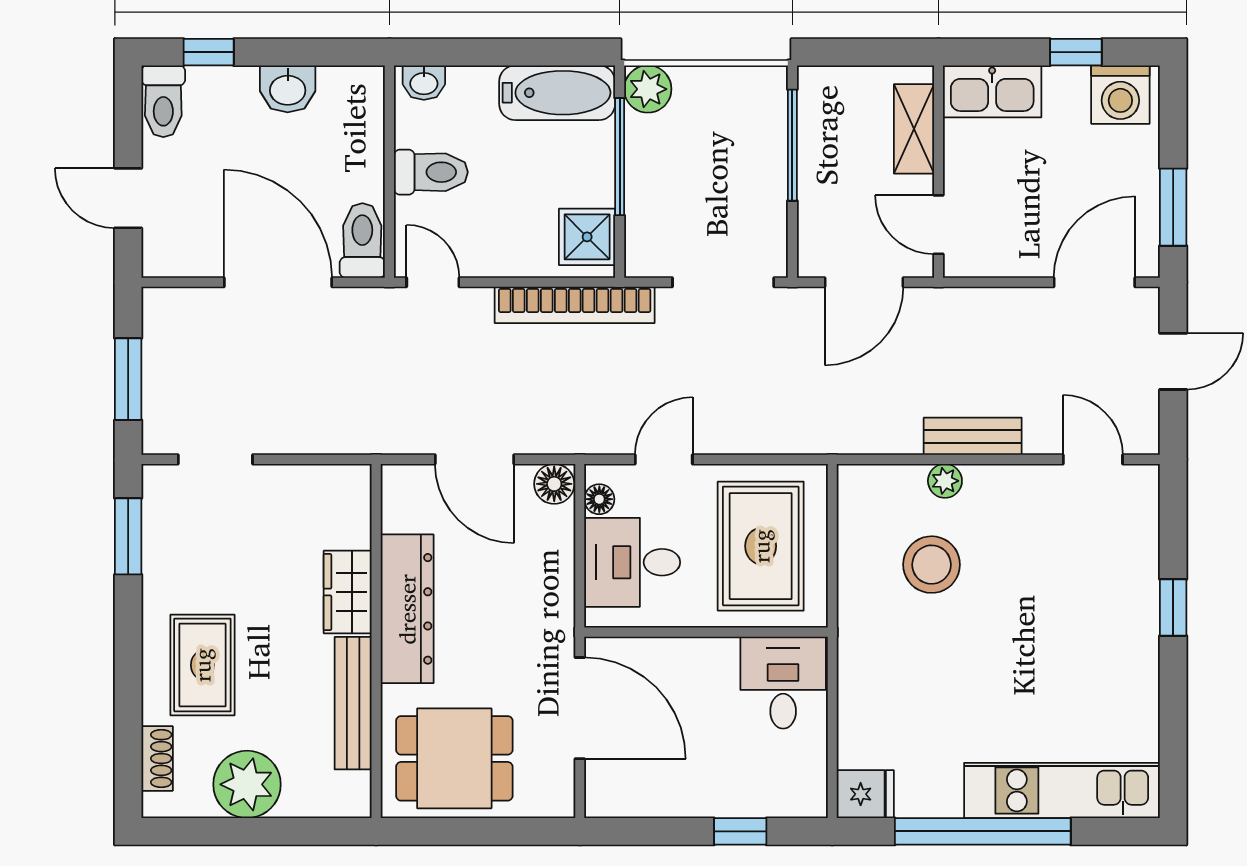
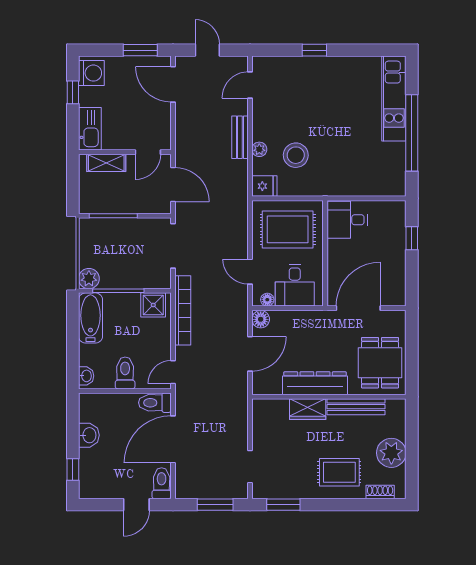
toilet: (163, 101) -> (162, 483), moved, turned -90
fridge: (865, 794) -> (264, 186), moved, turned 90

